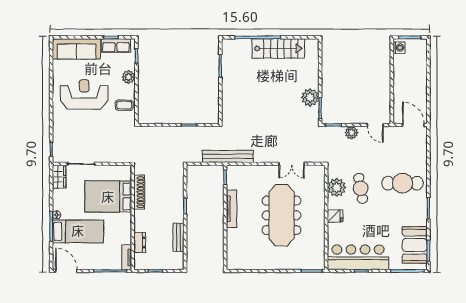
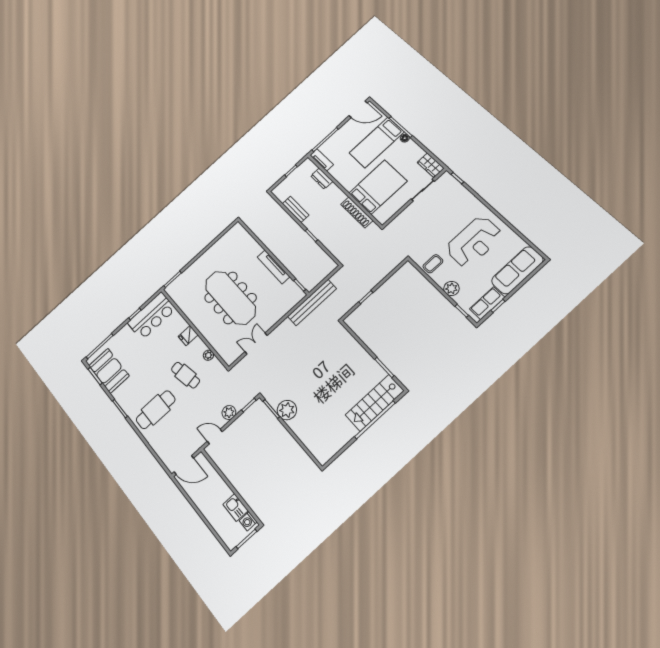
stairs: (278, 49) -> (375, 403), moved
kitchen sink: (400, 64) -> (236, 507), added
plant: (337, 187) -> (208, 355), width x0.53, depth x0.53
bar counter: (358, 257) -> (152, 316), width x0.73

